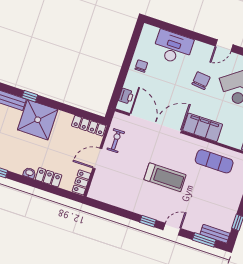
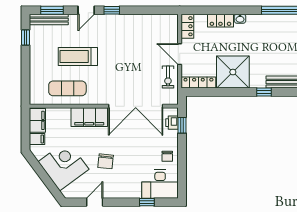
window: (175, 29) -> (147, 202), added
desk: (173, 47) -> (160, 184), moved
window: (118, 91) -> (182, 125), added
shower: (38, 120) -> (233, 72), moved
door: (97, 158) -> (180, 54), swing flipped
treadmill: (165, 177) -> (78, 57), moved
bench: (215, 234) -> (49, 20), width x1.36

